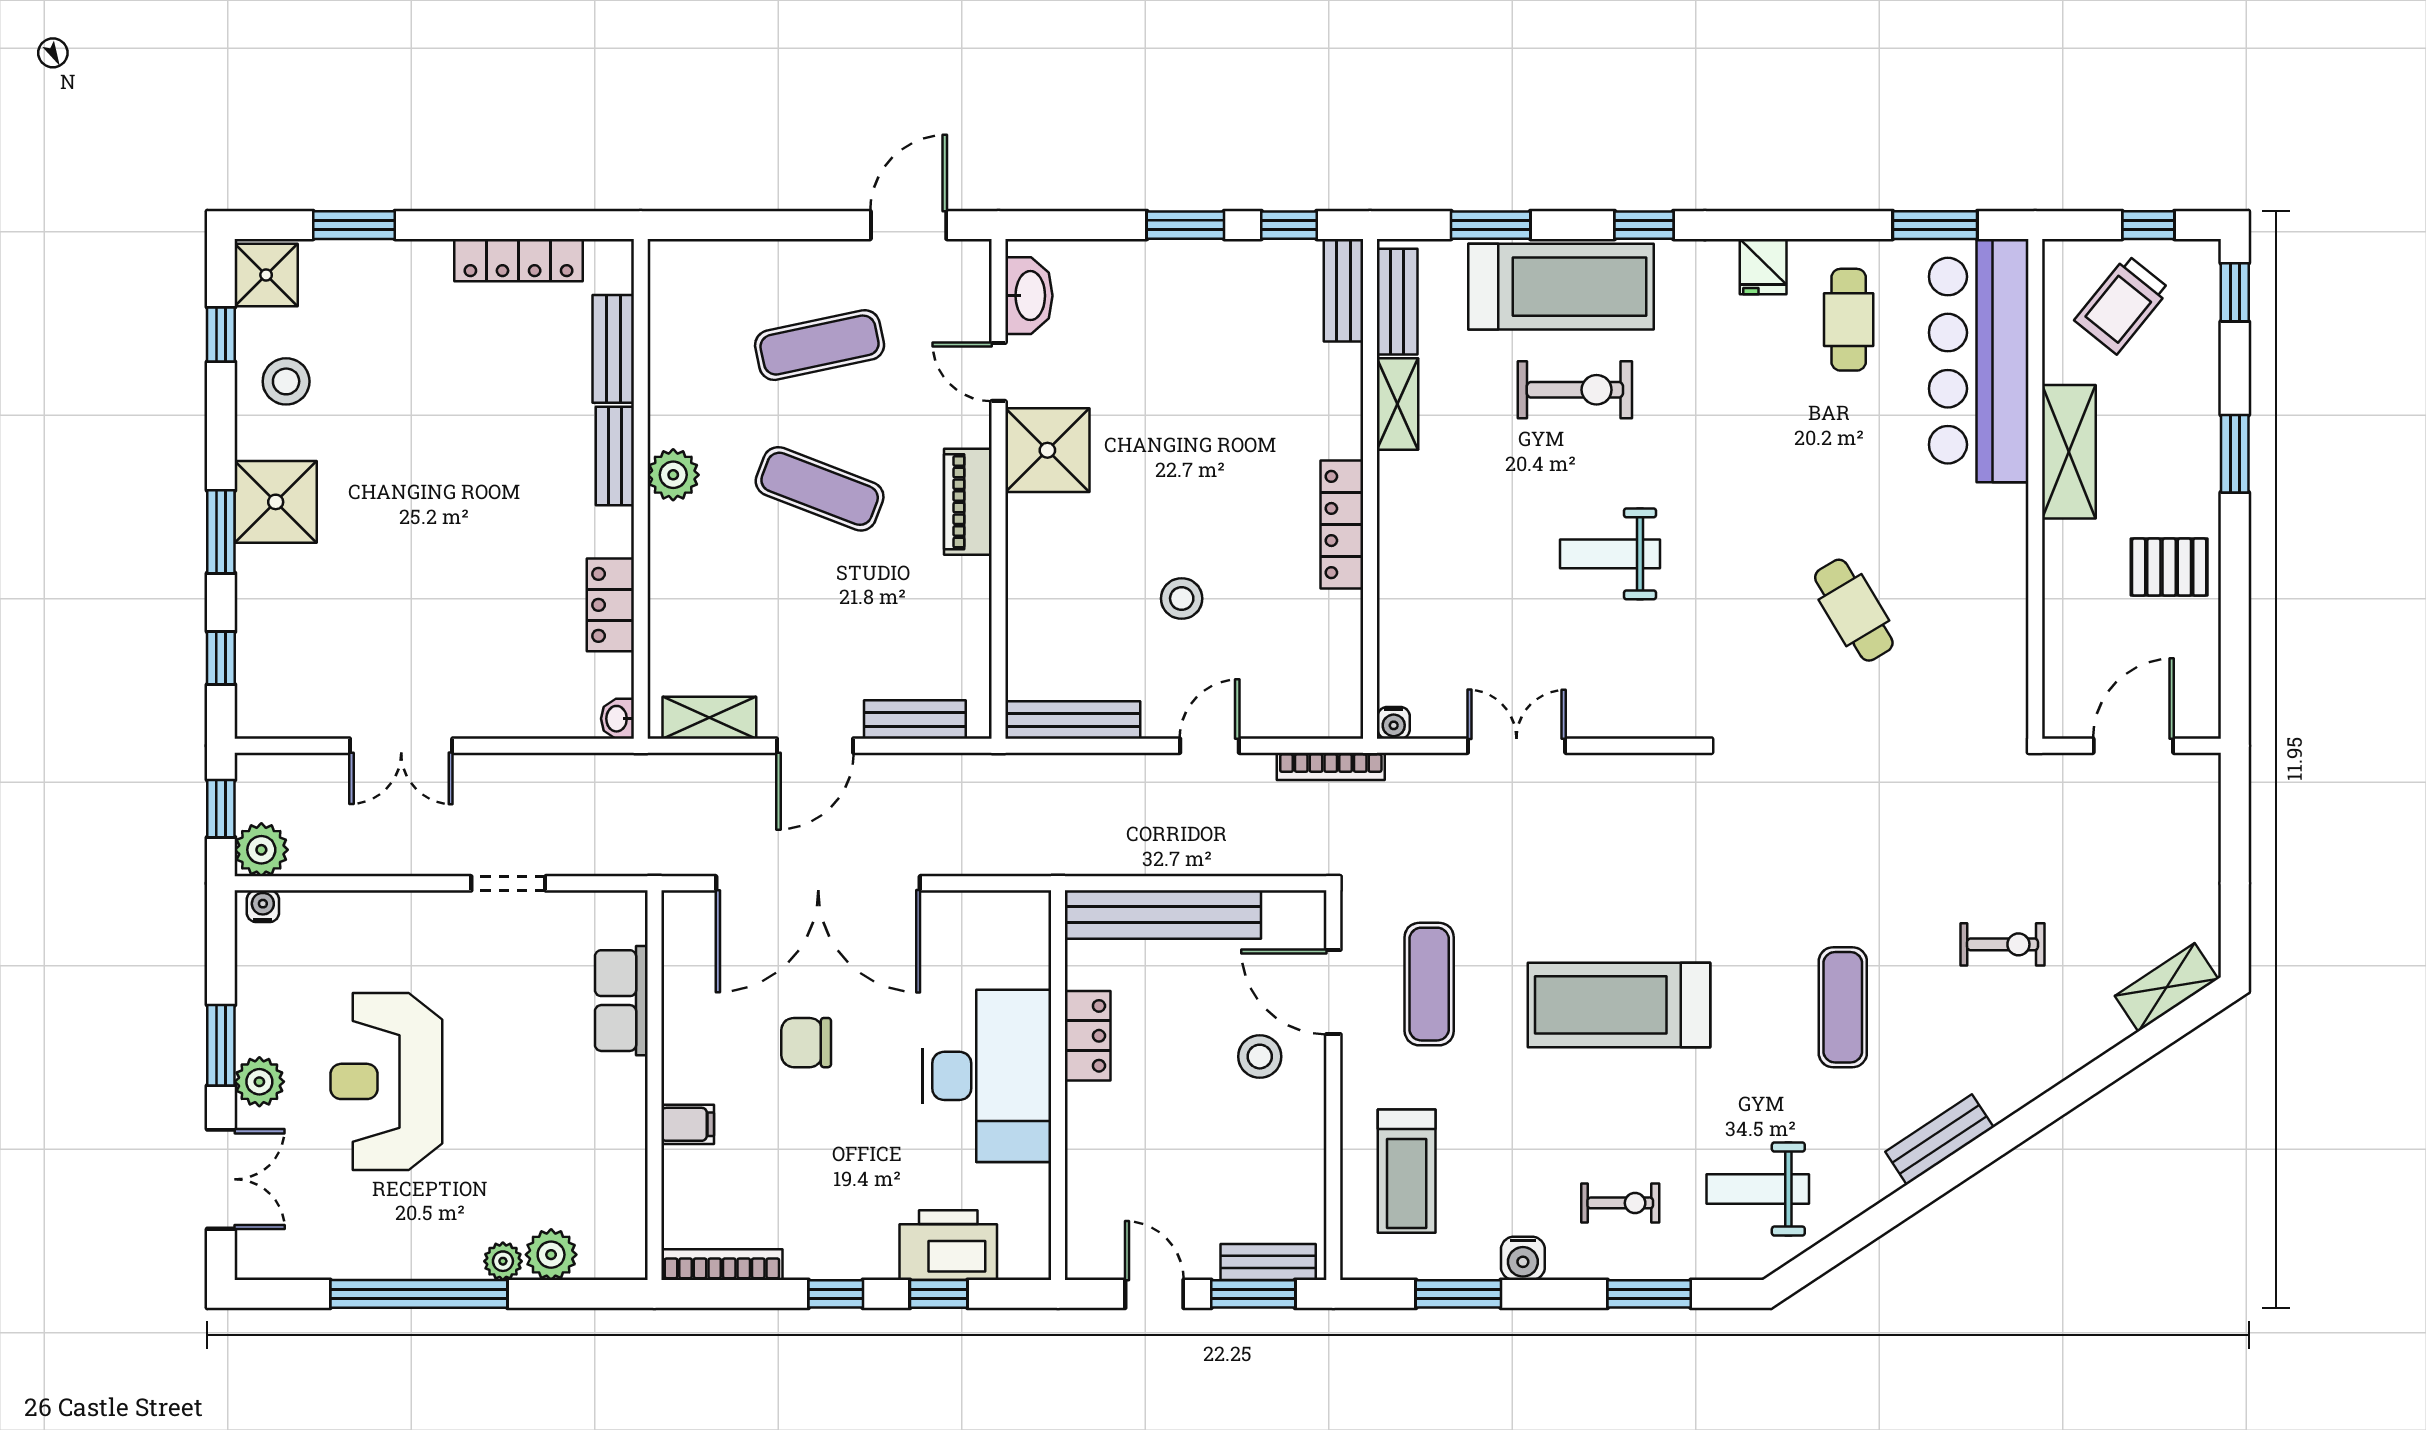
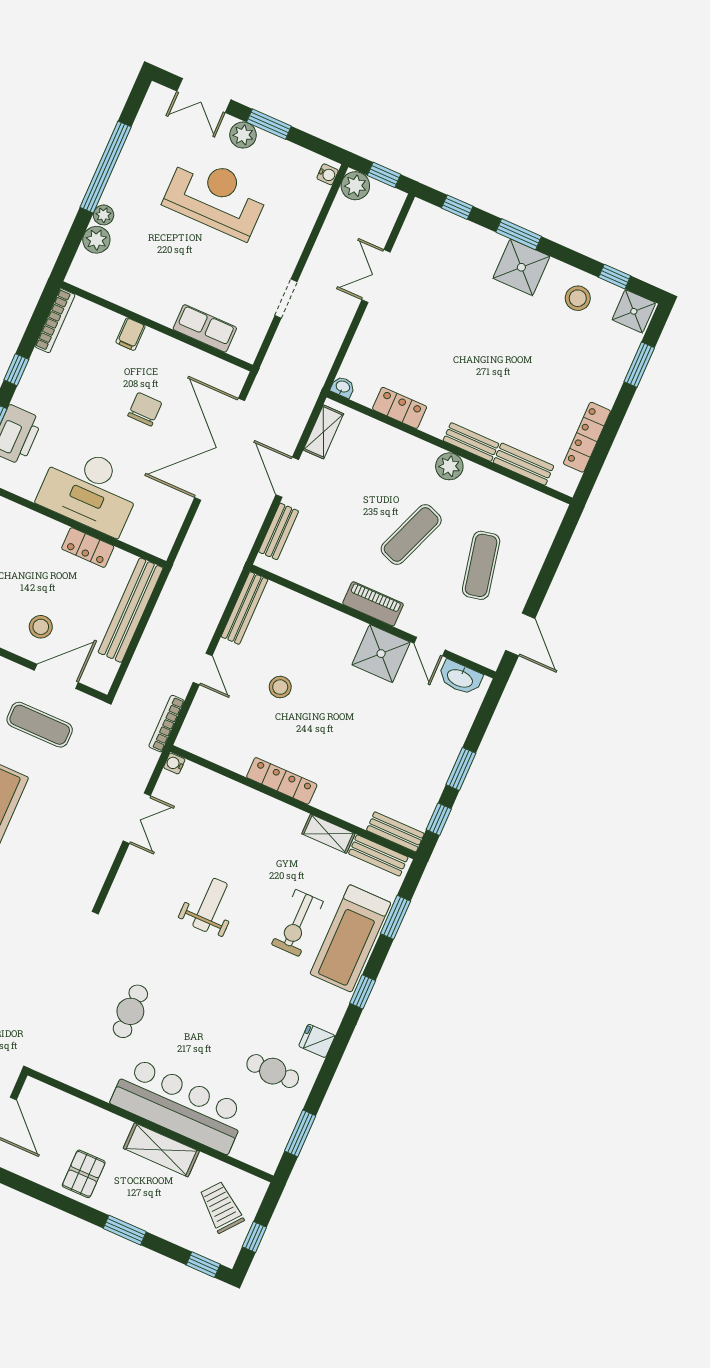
bar counter: (1979, 361) -> (179, 1105), moved
door: (998, 372) -> (430, 647), swing flipped
cafe table: (1854, 610) -> (130, 1011), turned -59

